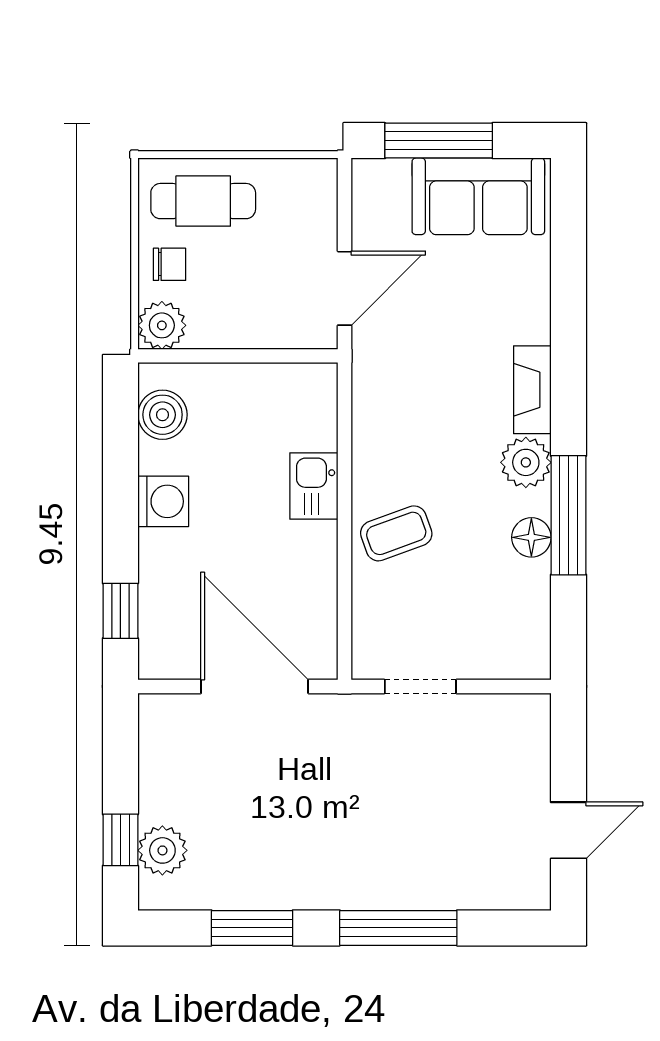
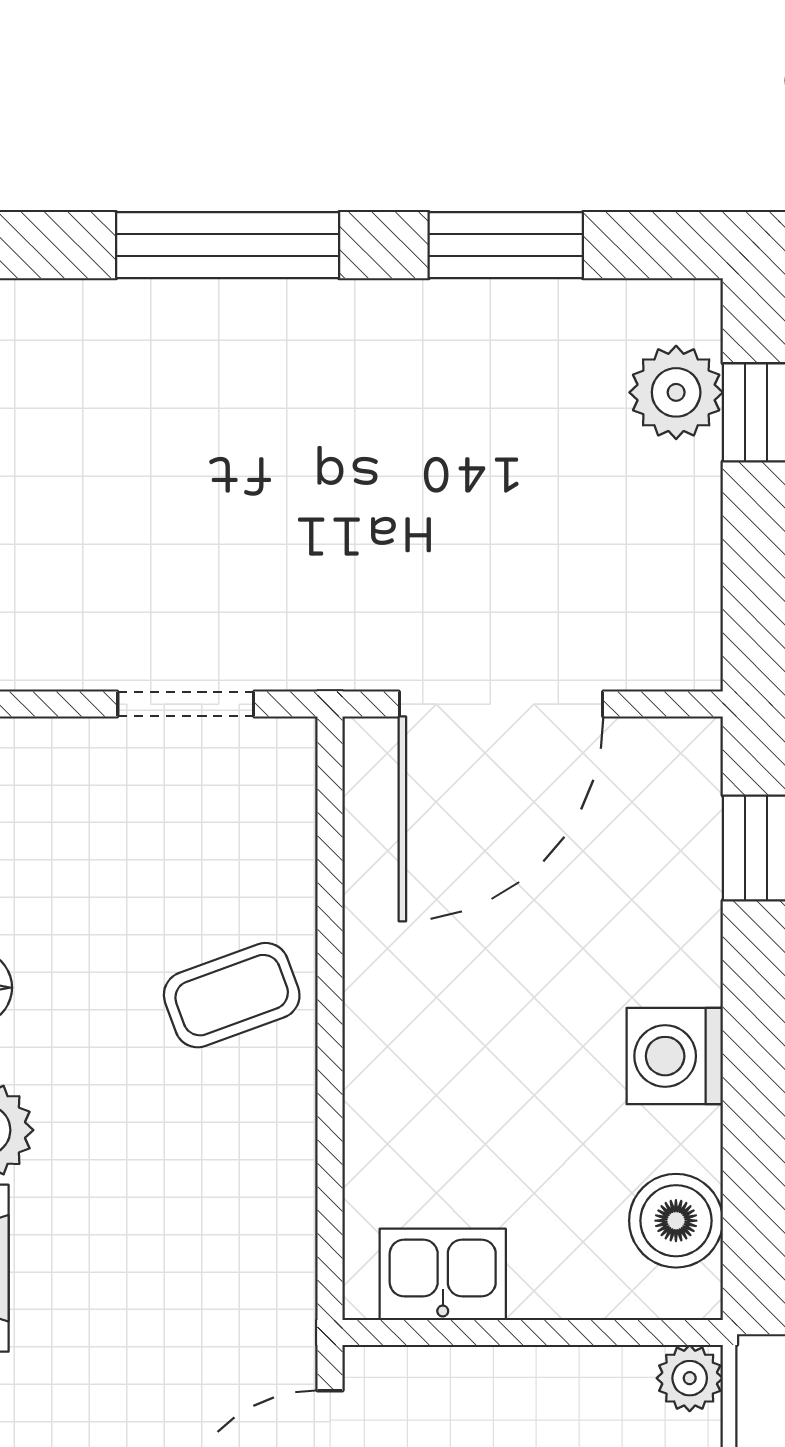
plant: (162, 325) -> (690, 1378), width x0.73, depth x0.73
kitchen sink: (314, 486) -> (443, 1274), moved, turned -90
door: (255, 686) -> (501, 704), hinge flipped

